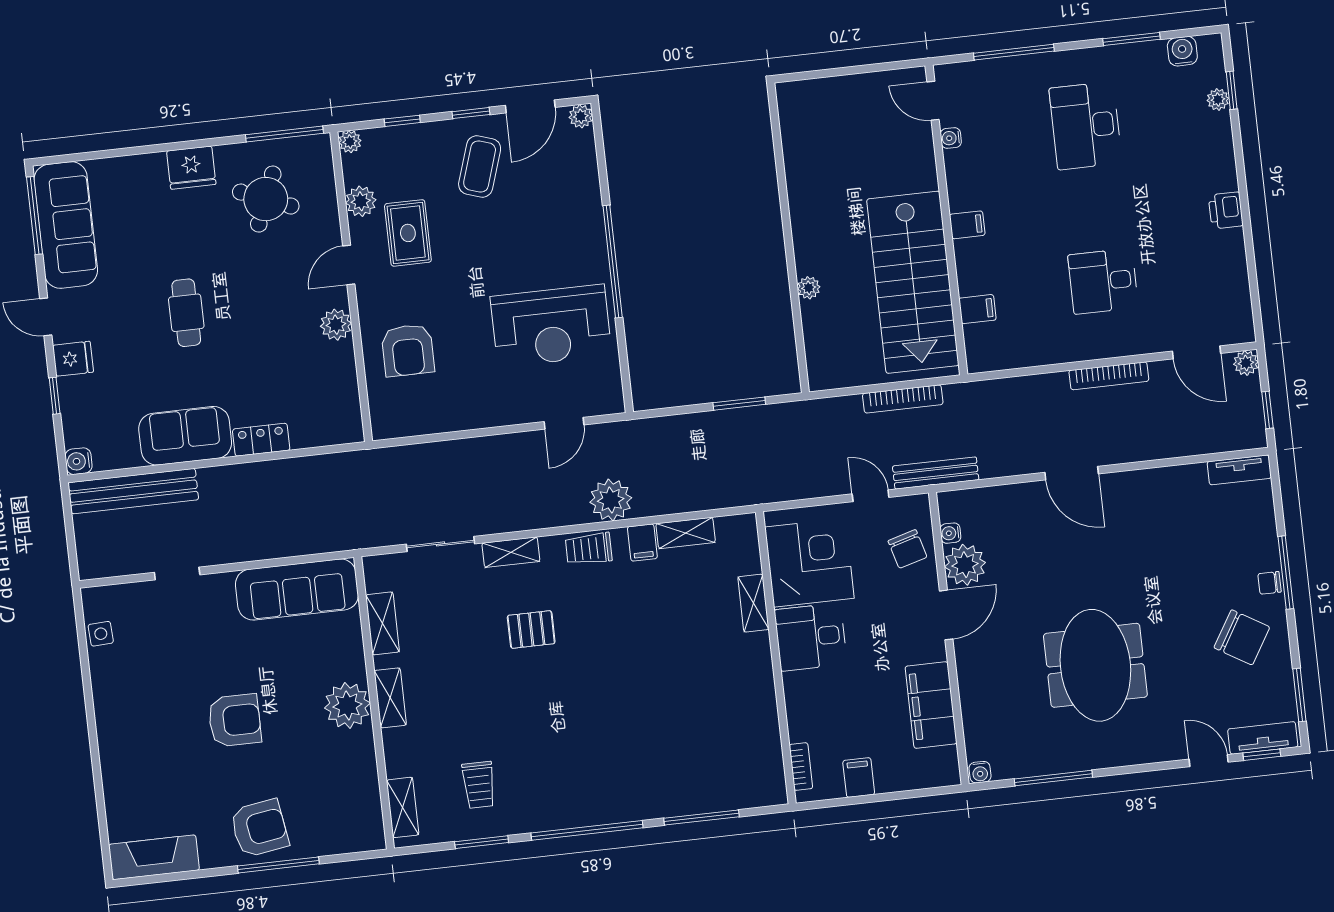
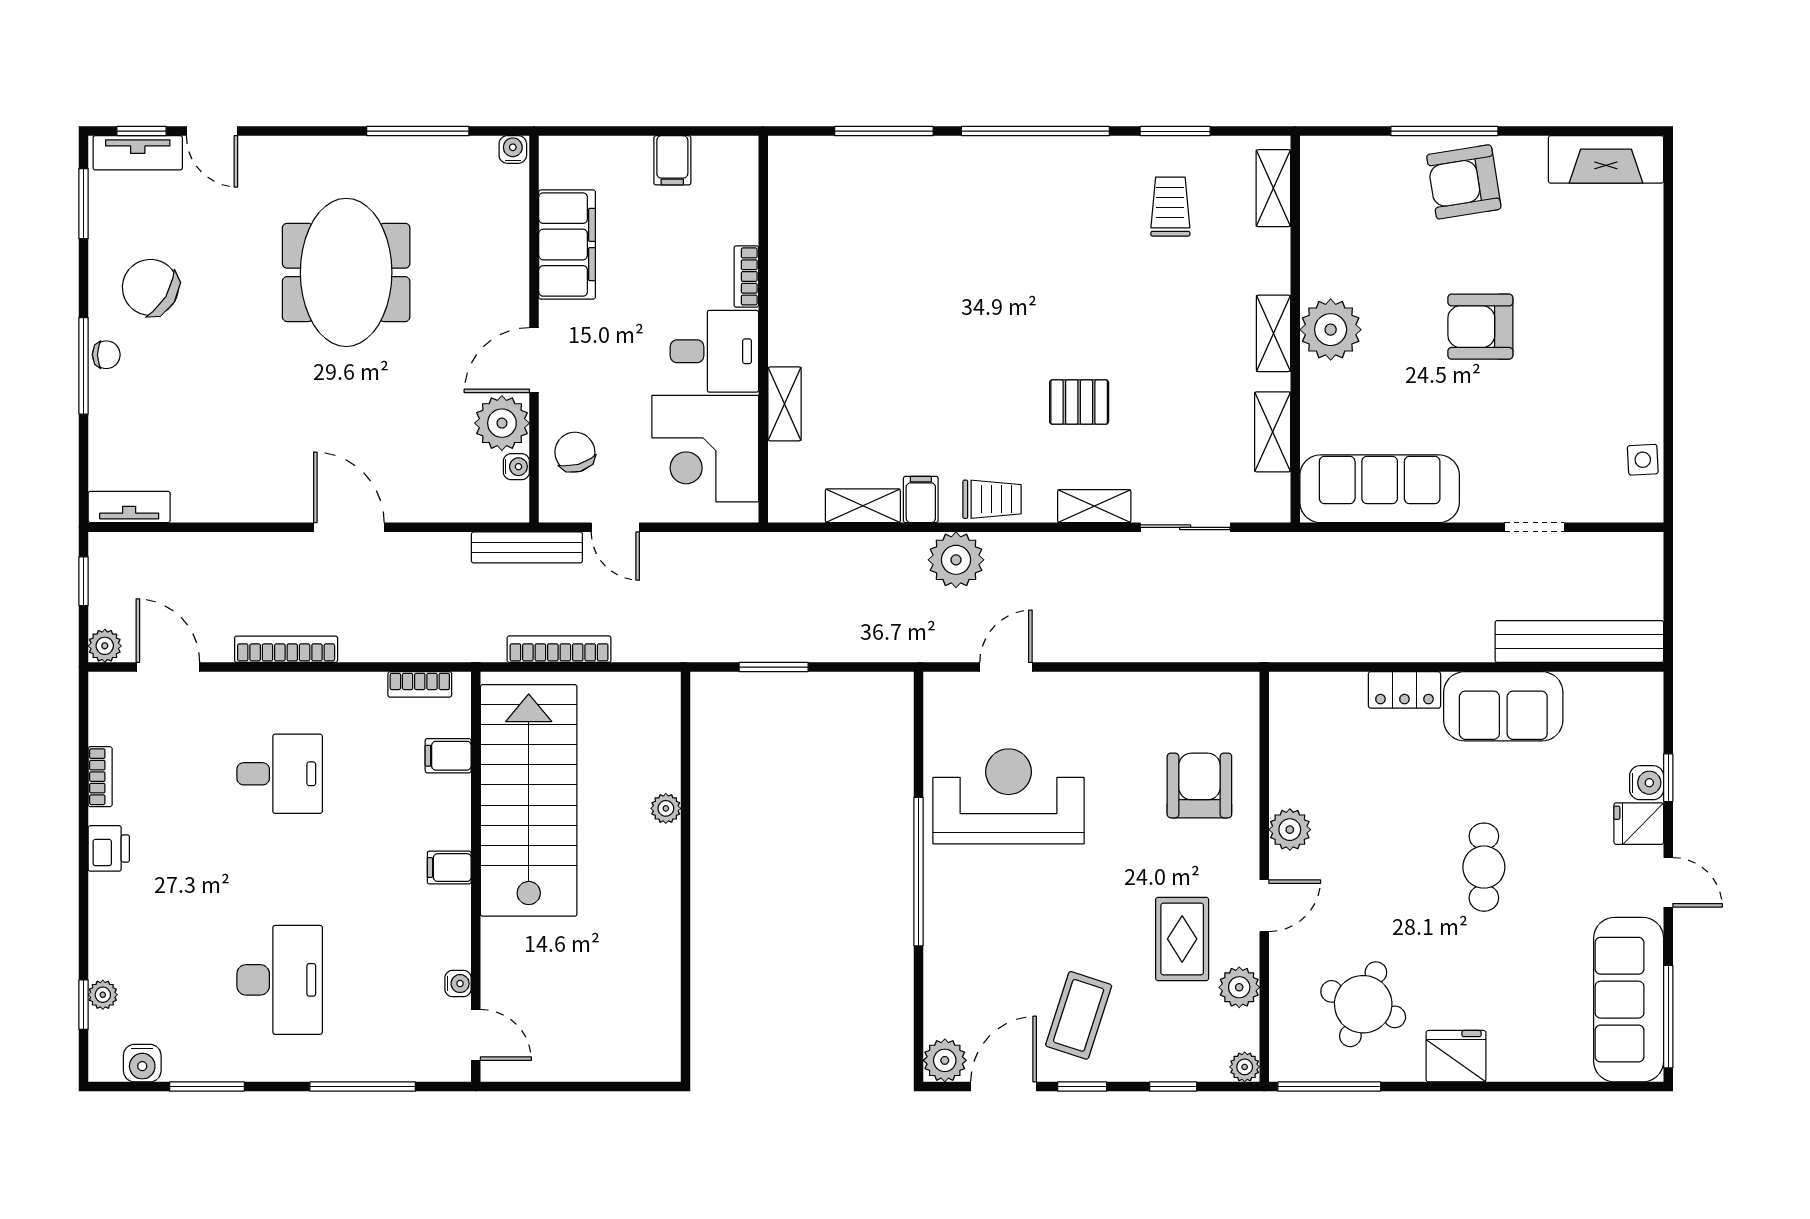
plant: (581, 116) -> (945, 1060), width x1.38, depth x1.38
bookcase: (1238, 264) -> (100, 777), added
bookcase: (1005, 360) -> (420, 684), added
water cooler: (79, 461) -> (1647, 783), moved
bookcase: (801, 767) -> (746, 276), moved

